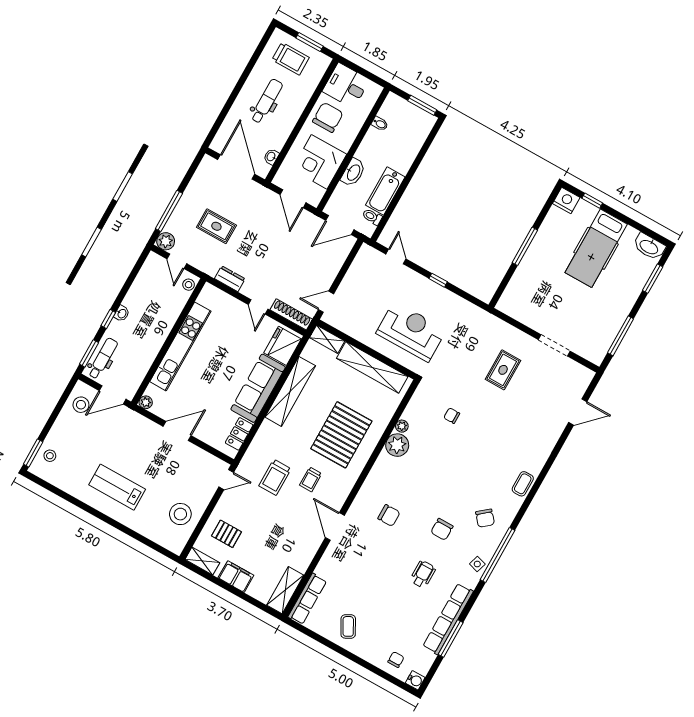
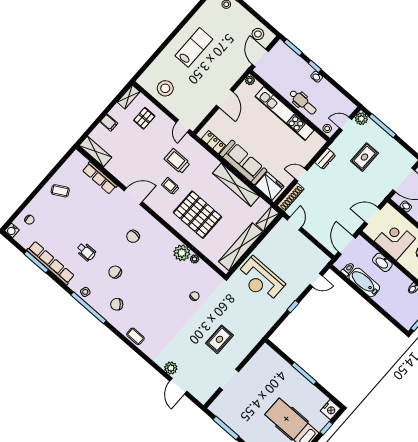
reception desk: (411, 332) -> (260, 280), turned 90
dental chair: (103, 358) -> (303, 102), moved
rug: (503, 370) -> (219, 339), turned 90
plant: (555, 427) -> (171, 368), added
filing cabinet: (236, 577) -> (109, 123), width x0.50
row of seats: (307, 599) -> (100, 178), moved

